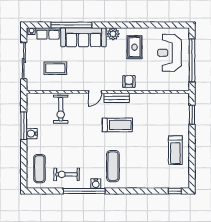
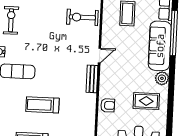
armchair: (129, 81) -> (108, 105), moved
door: (95, 92) -> (99, 56), swing flipped
treadmill: (117, 125) -> (43, 105), moved, turned 90

